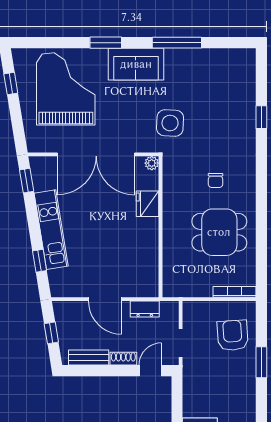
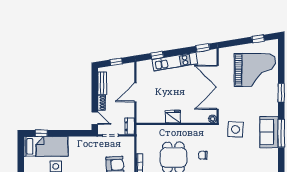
sofa: (136, 64) -> (269, 132), moved
fridge: (148, 204) -> (173, 117), moved
dresser: (145, 309) -> (130, 126), moved

